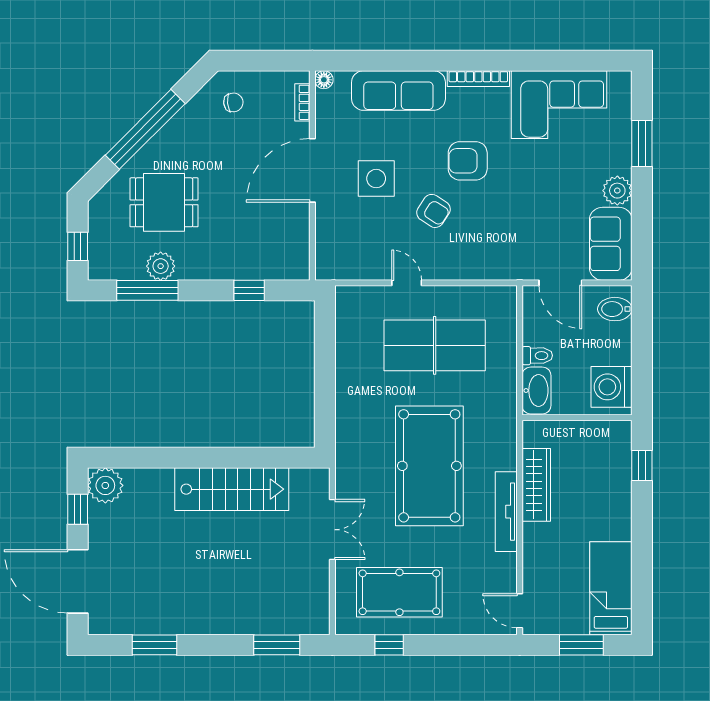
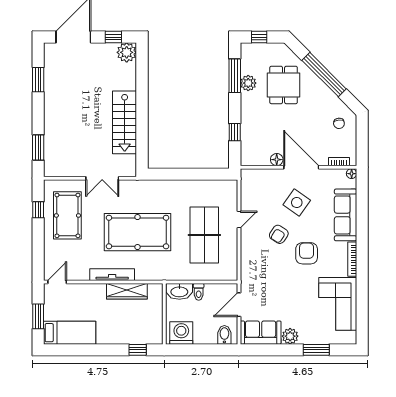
side table: (376, 179) -> (297, 203), turned 35
floor lamp: (299, 215) -> (277, 160), added

